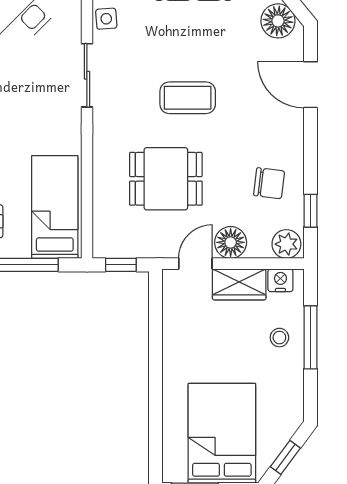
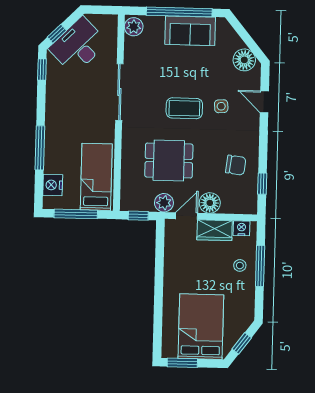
side table: (106, 19) -> (221, 106), moved
sliding door: (87, 75) -> (119, 92), width x1.37
door: (311, 85) -> (264, 102), width x0.73
plant: (286, 244) -> (164, 203), moved

